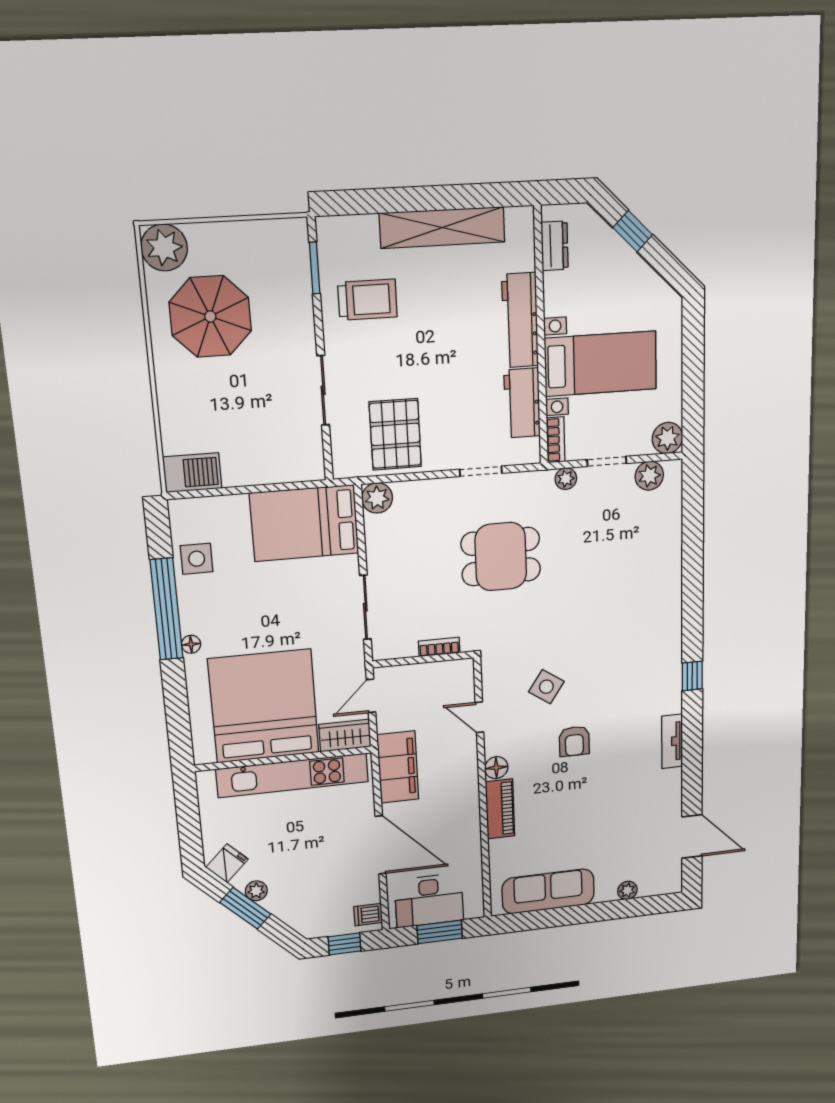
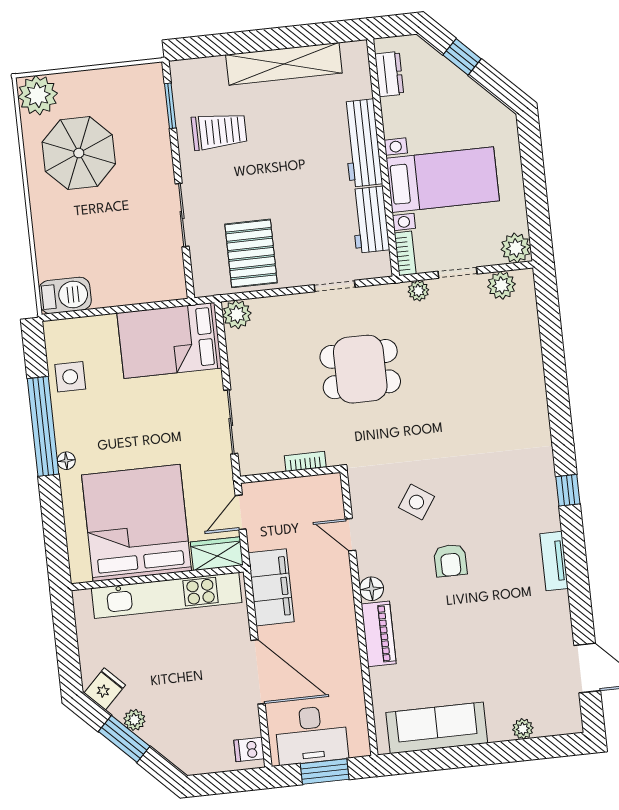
window: (345, 944) -> (226, 782), removed

